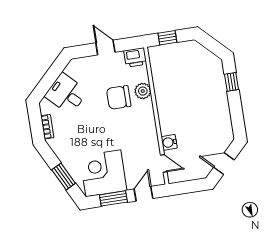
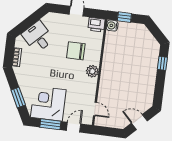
plant: (143, 91) -> (92, 71), moved
water cooler: (169, 142) -> (112, 26), moved

